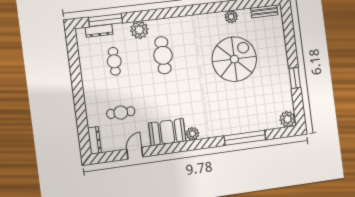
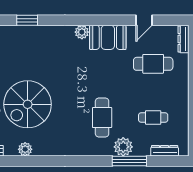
window: (106, 20) -> (129, 161), moved
cafe table: (114, 61) -> (153, 118), turned 90
cafe table: (121, 113) -> (153, 64), width x1.37, depth x1.35
window: (245, 138) -> (27, 20), width x0.47

